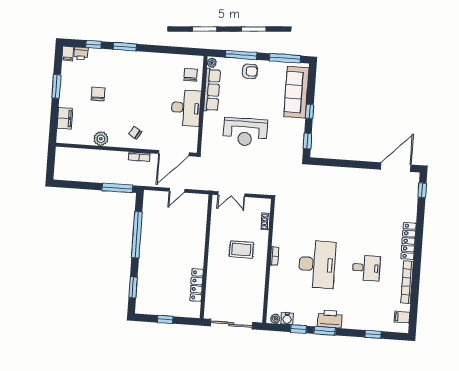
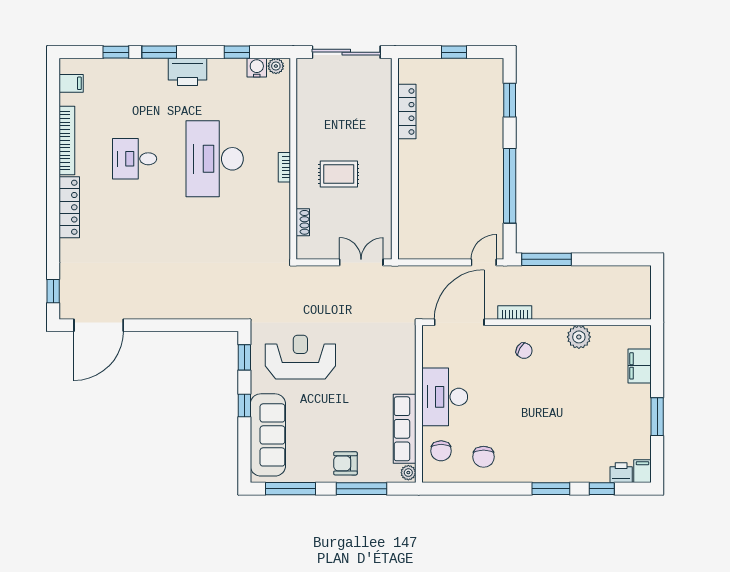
chair: (98, 94) -> (484, 457), moved
reception desk: (245, 132) -> (300, 357), moved
door: (177, 190) -> (484, 262), moved
window: (325, 331) -> (159, 52), moved

